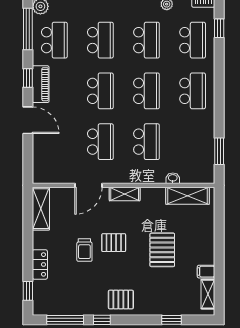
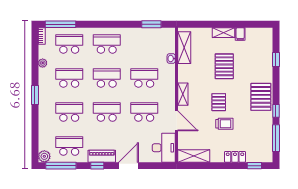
window: (219, 28) -> (60, 24), width x2.17
desk: (52, 168) -> (164, 148), added
pallet: (162, 250) -> (224, 66), turned 90
shelving: (208, 294) -> (224, 33), moved
pallet: (121, 300) -> (261, 97), width x1.50, depth x1.42

